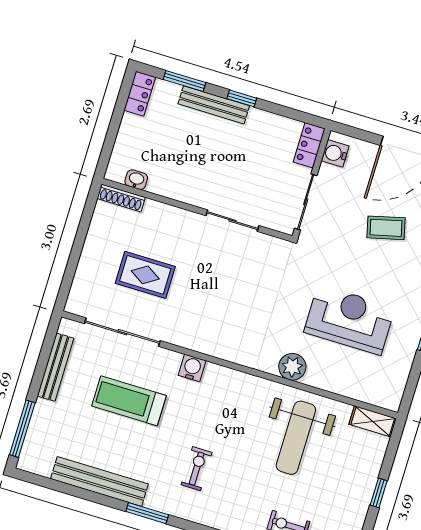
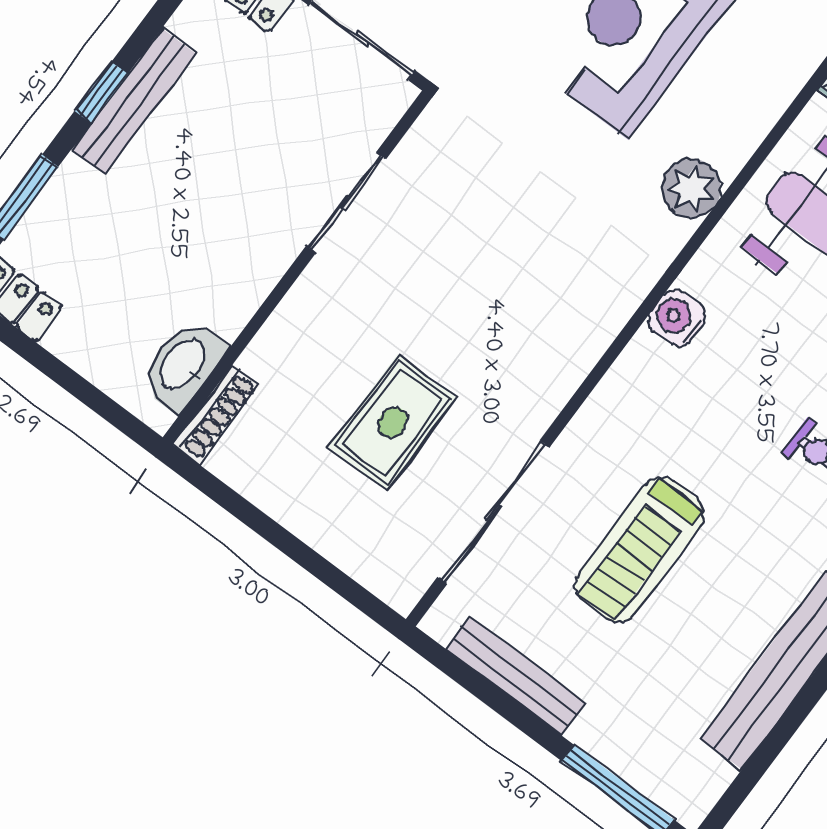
bench: (214, 105) -> (133, 101), moved
washbasin: (136, 180) -> (183, 365), width x1.91, depth x1.45
water cooler: (192, 368) -> (677, 318), moved

